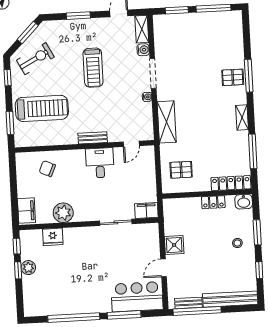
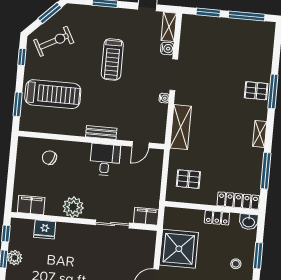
filing cabinet: (26, 211) -> (31, 205), moved, turned -90
plant: (63, 213) -> (73, 207), moved
shower: (174, 245) -> (179, 249), width x1.86, depth x1.86

